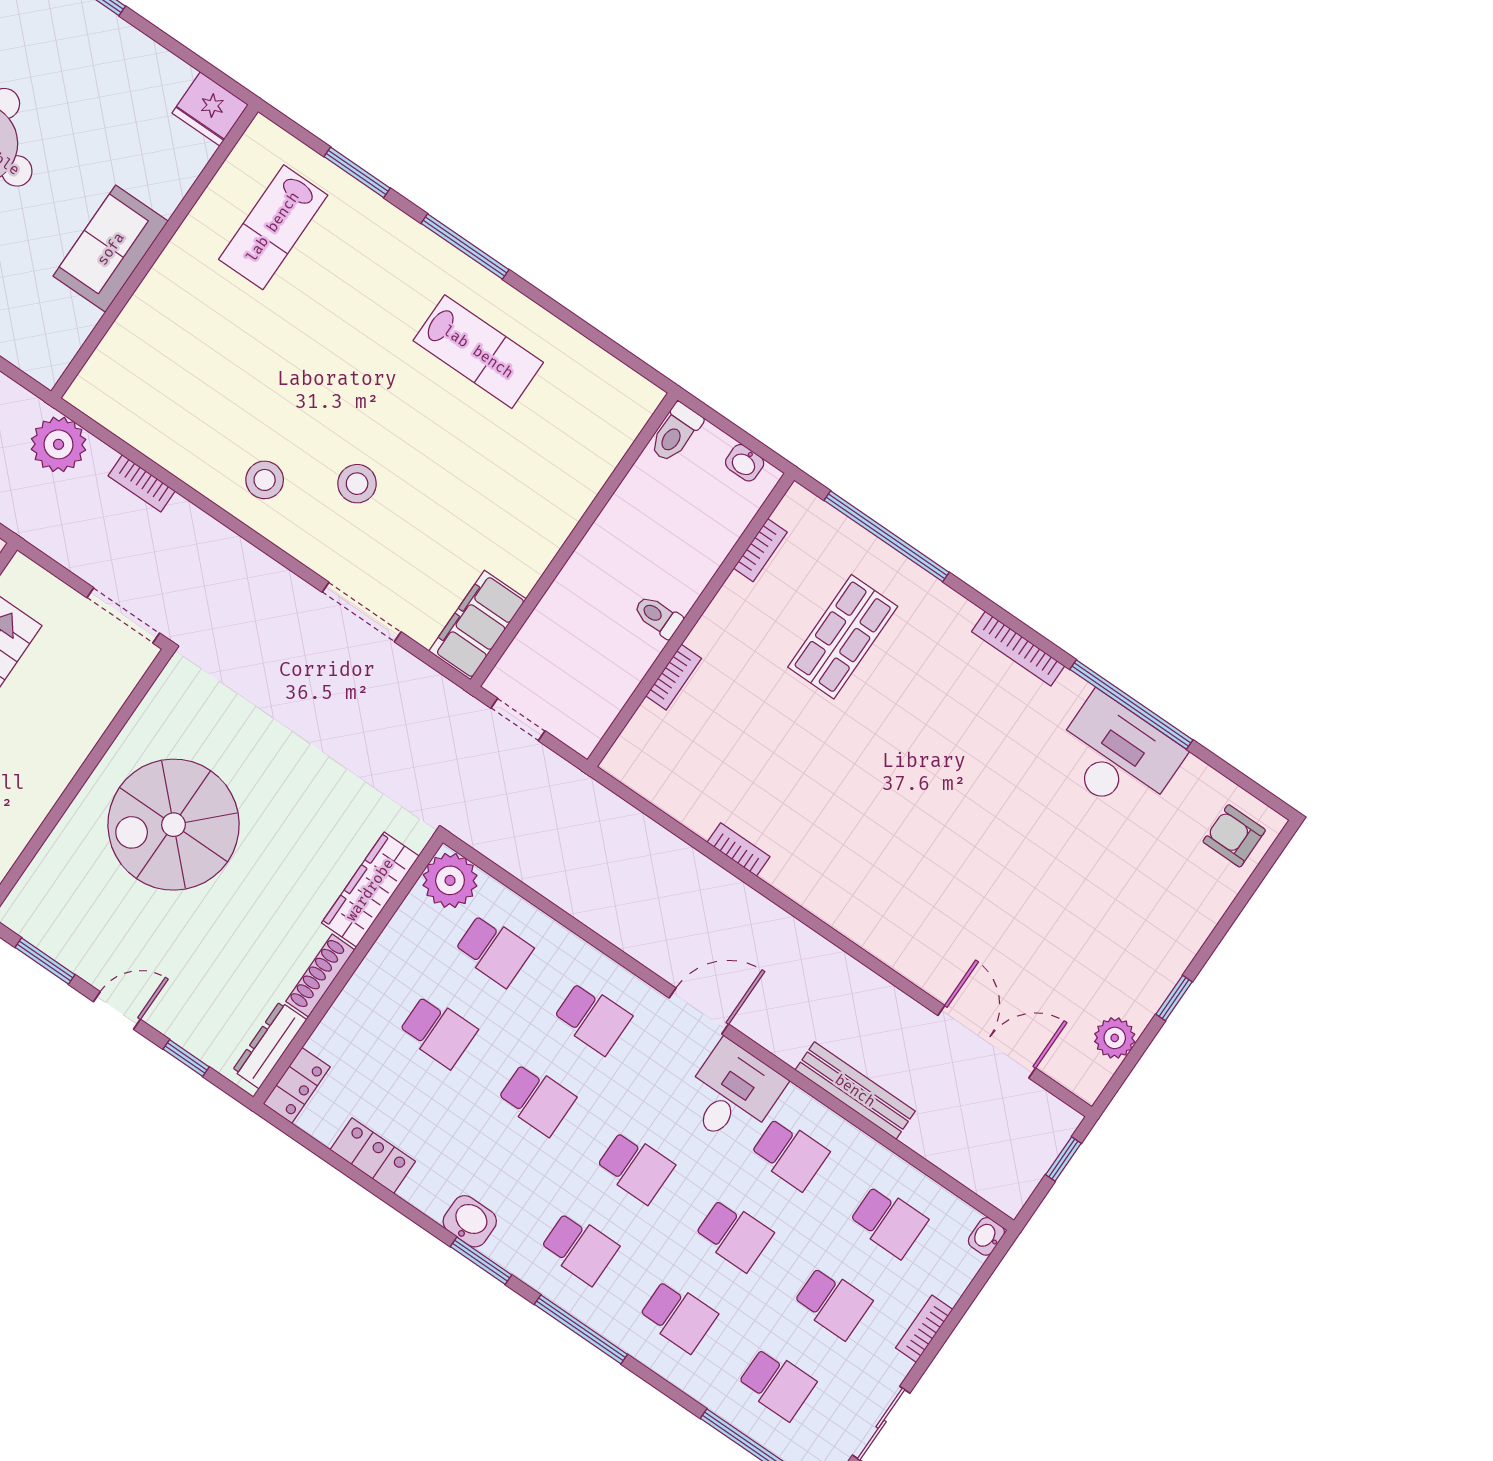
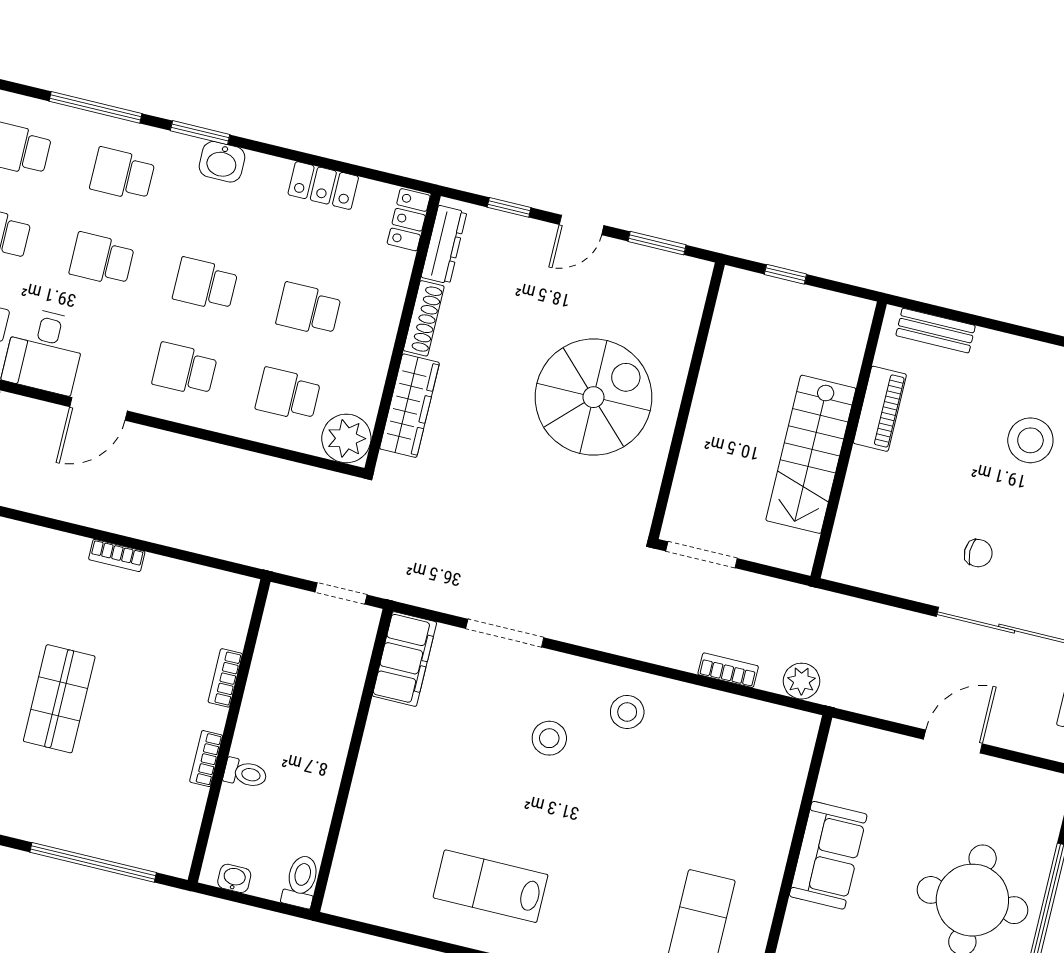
plant: (59, 444) -> (801, 681), width x0.73, depth x0.73
bookcase: (760, 550) -> (206, 759), moved
toilet: (658, 616) -> (245, 773), moved
shop shelf: (843, 637) -> (59, 699), moved

